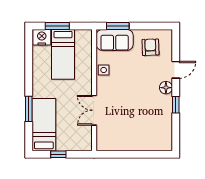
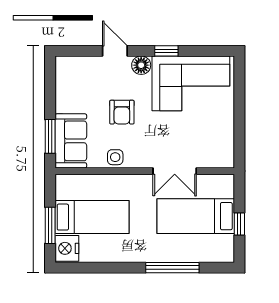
armchair: (150, 47) -> (122, 112), moved, turned -88
window: (29, 109) -> (172, 268), width x1.44
corner sofa: (154, 121) -> (191, 83), added
bed: (44, 125) -> (196, 216), moved

